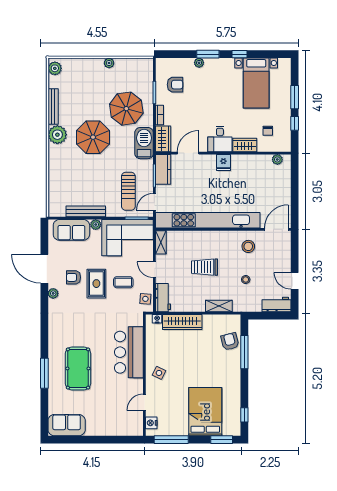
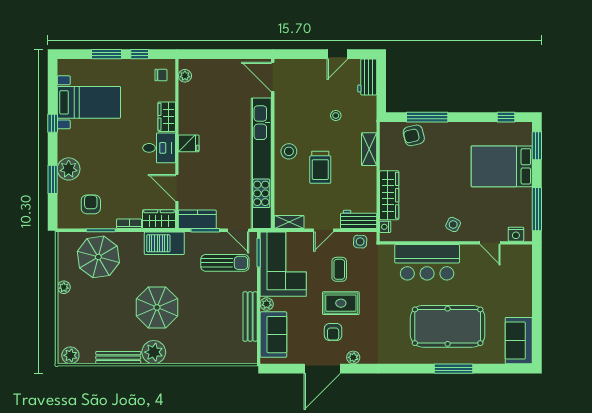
window: (208, 54) -> (53, 179), moved
plant: (199, 63) -> (69, 169), width x1.88, depth x1.88
parasol: (126, 109) -> (98, 257), moved
chair: (268, 131) -> (161, 75), moved
stool: (248, 246) -> (289, 151), moved
pool table: (78, 368) -> (448, 326), width x1.36, depth x1.32

